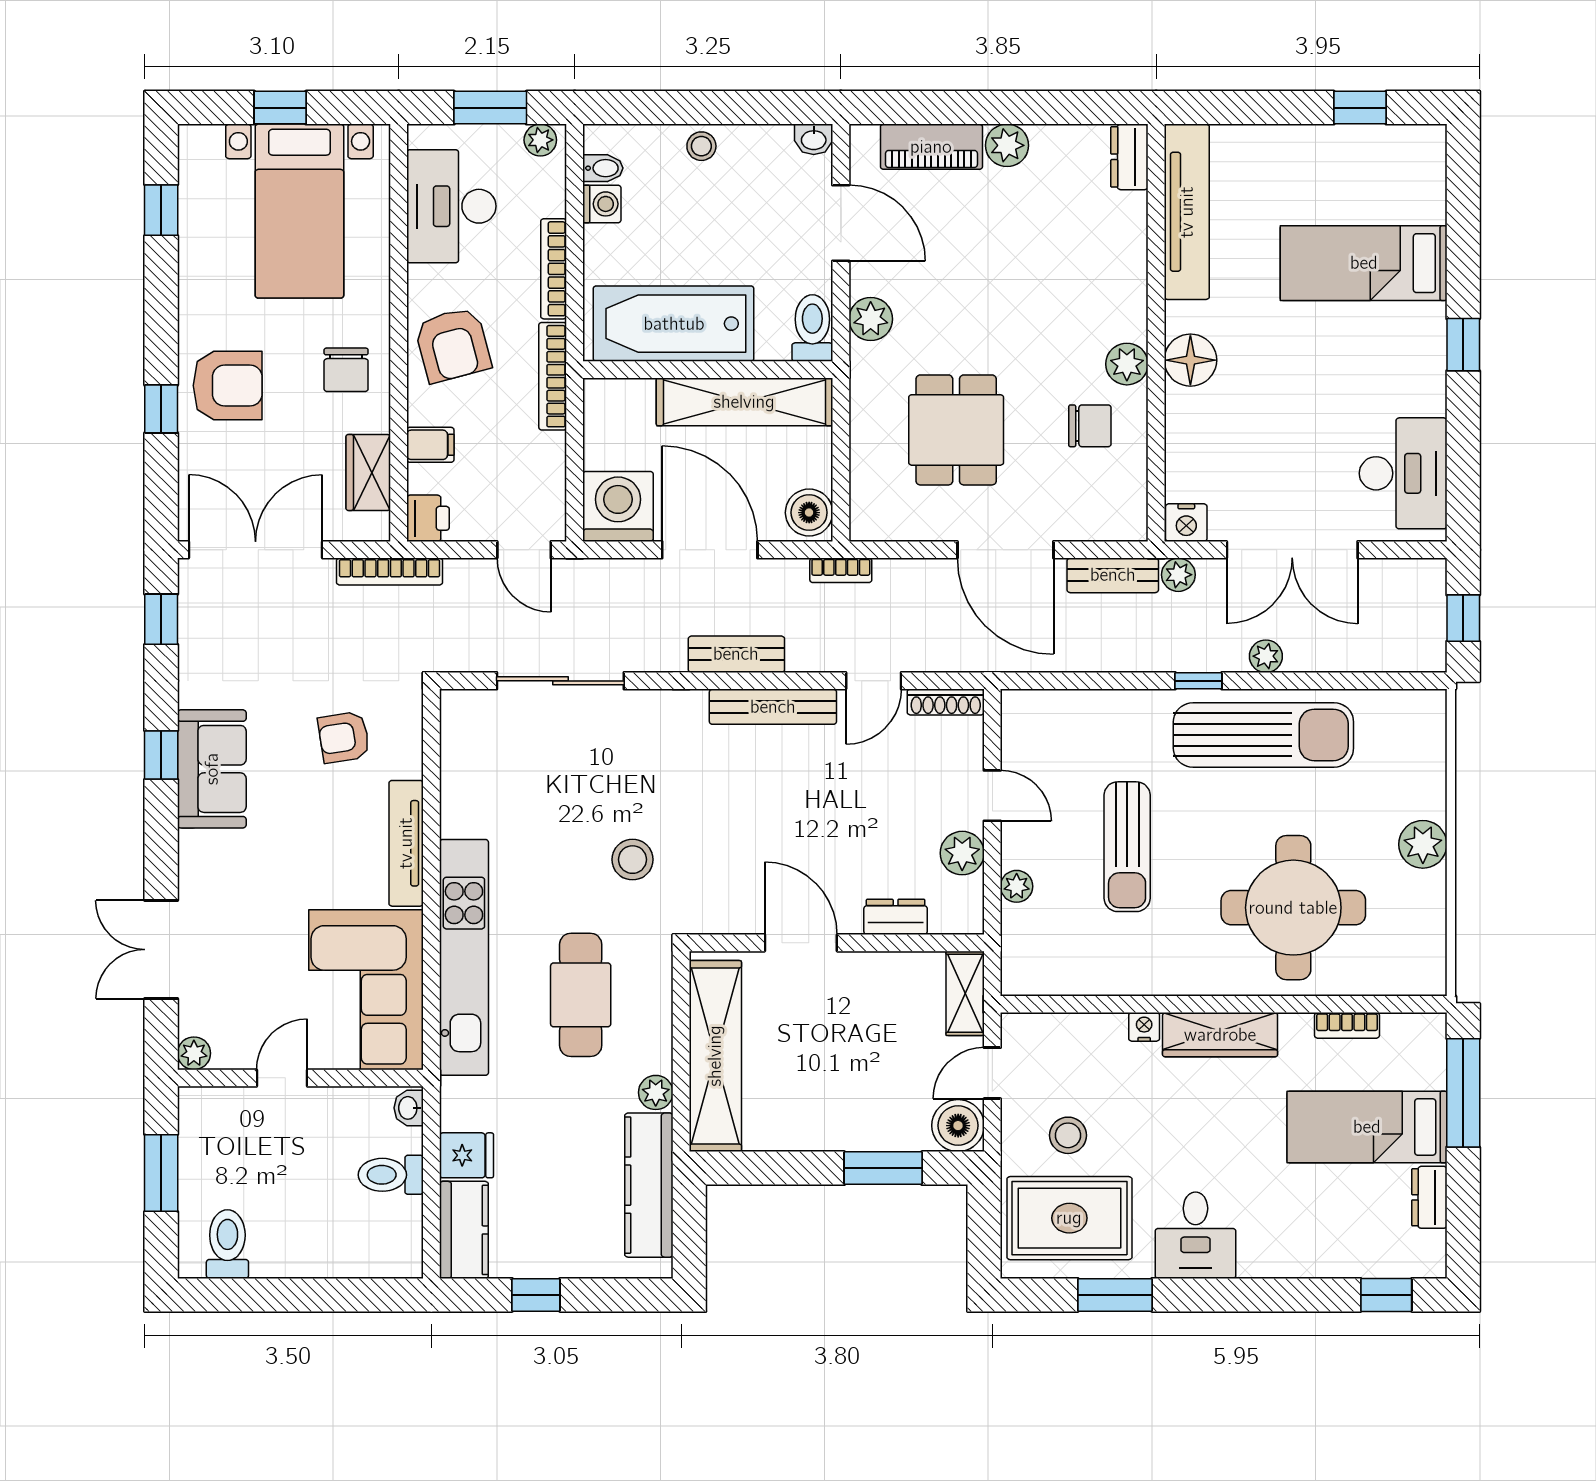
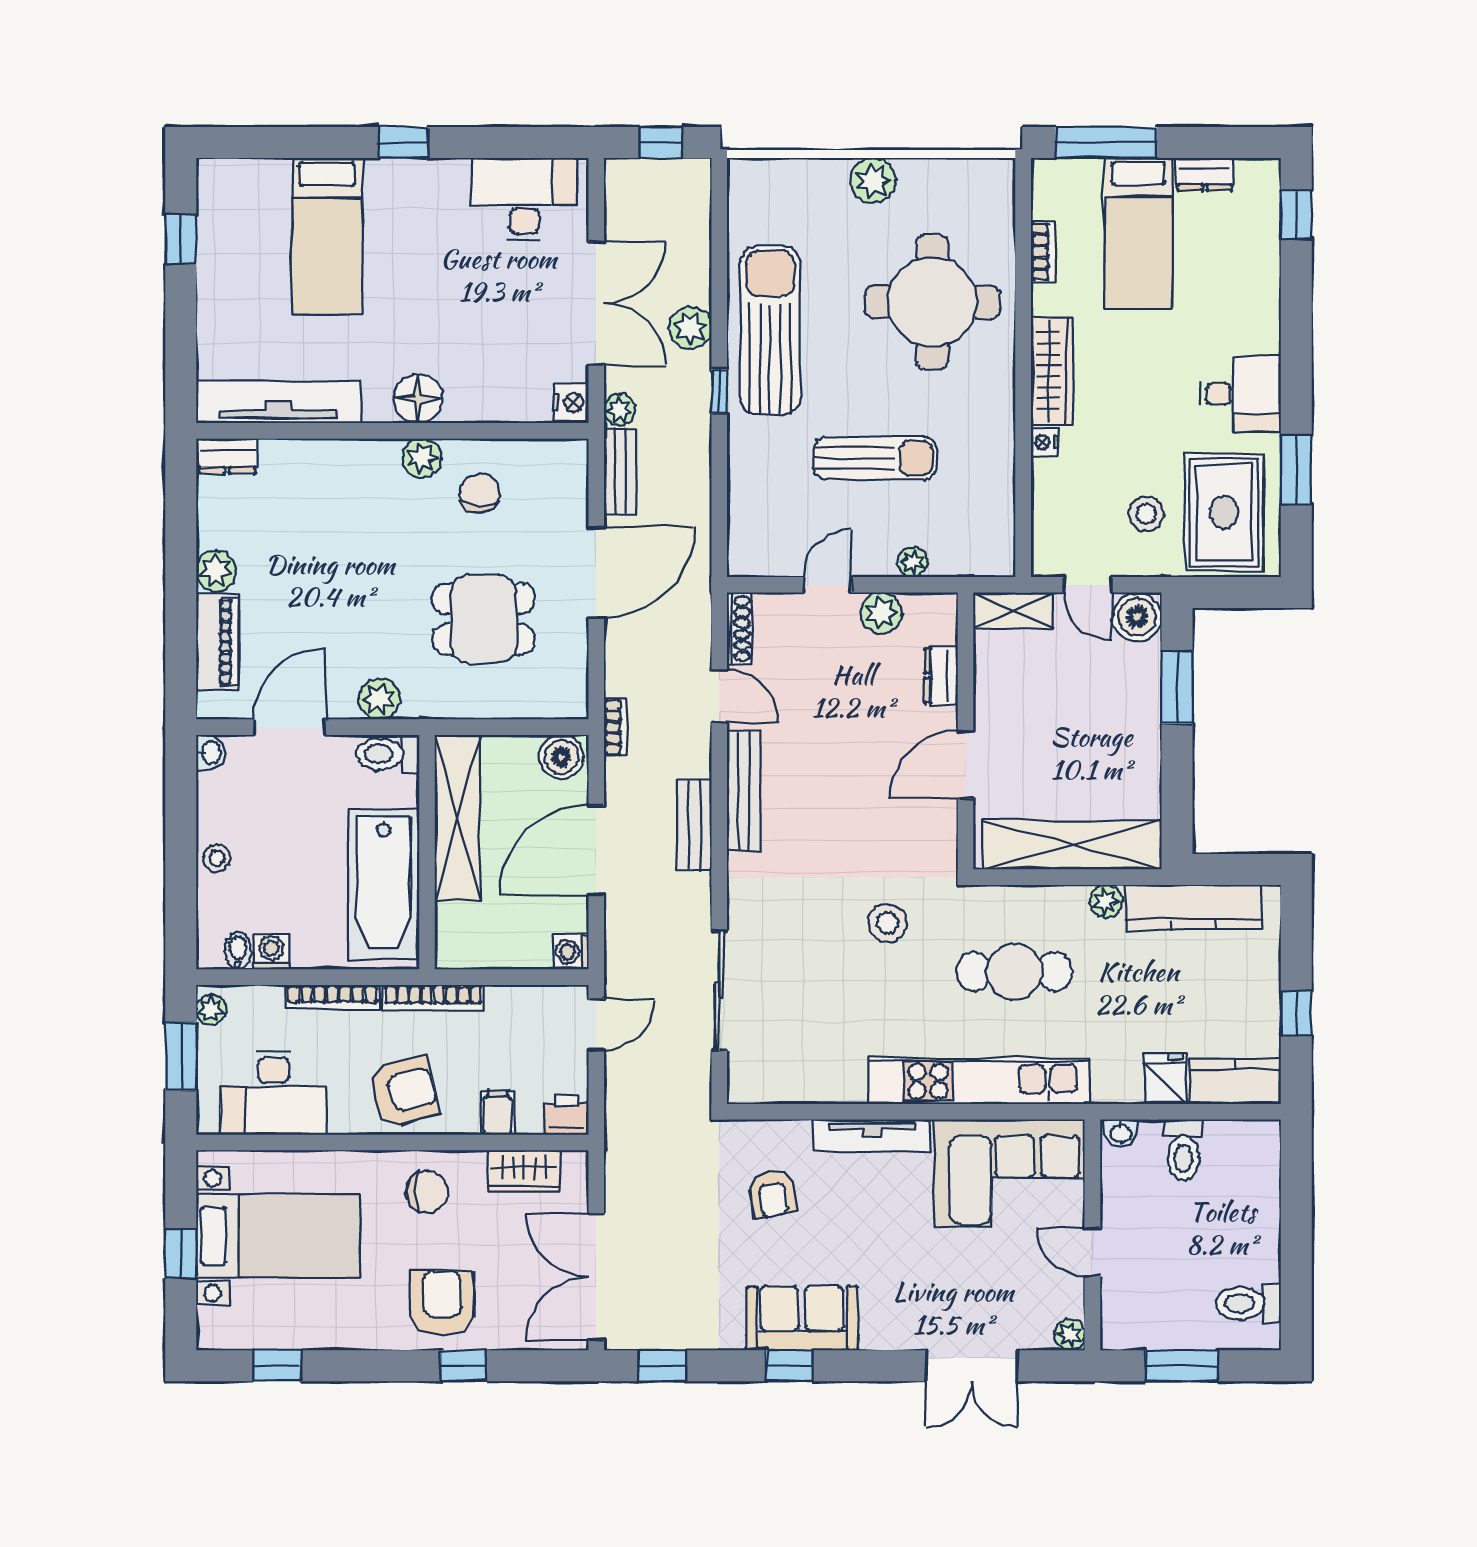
washing machine: (618, 506) -> (571, 952), width x0.53, depth x0.53
bookcase: (390, 572) -> (617, 1151), removed
plant: (1266, 656) -> (690, 328), width x1.38, depth x1.38

